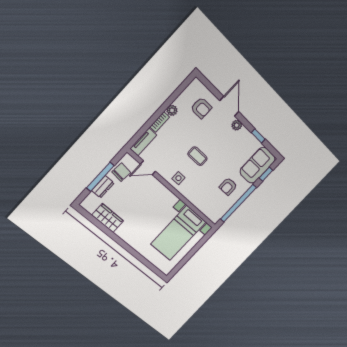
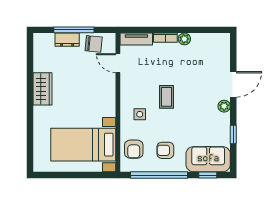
armchair: (201, 108) -> (134, 149), moved
side table: (178, 178) -> (140, 114), moved
wardrobe: (108, 218) -> (43, 89), moved

